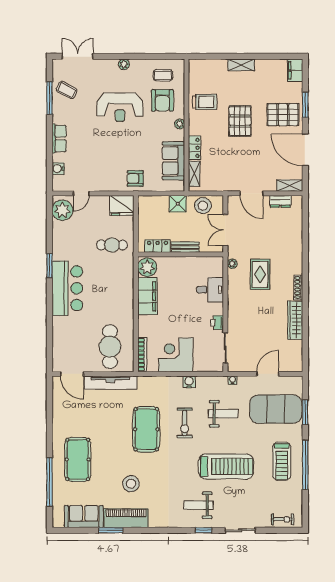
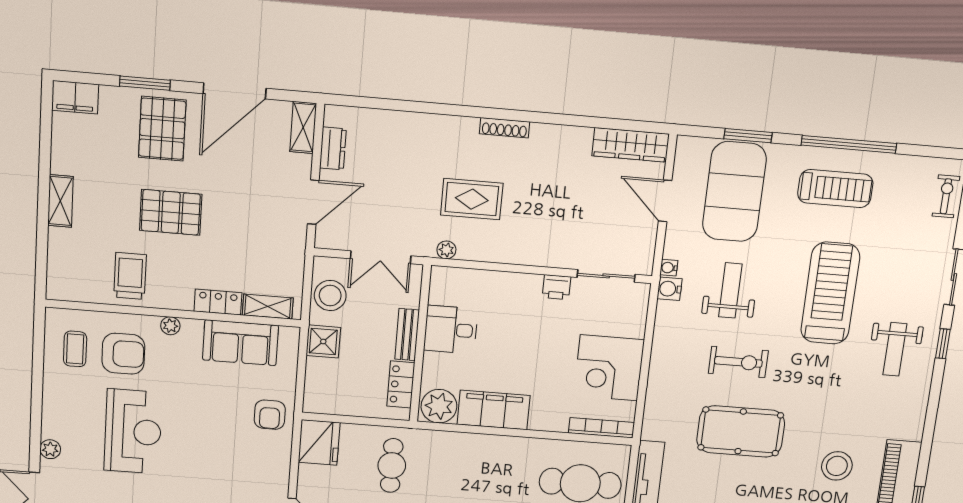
plant: (124, 64) -> (50, 449), moved
desk: (210, 290) -> (451, 330), moved, turned -90
wardrobe: (295, 320) -> (631, 145), moved
water cooler: (189, 382) -> (670, 289), moved

